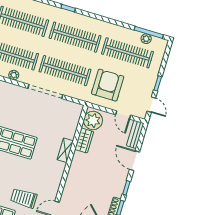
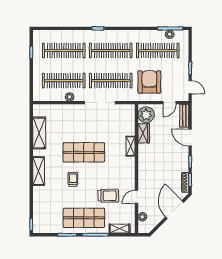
door: (123, 115) -> (170, 103), hinge flipped
trolley: (24, 198) -> (108, 196), turned 180

